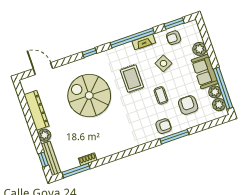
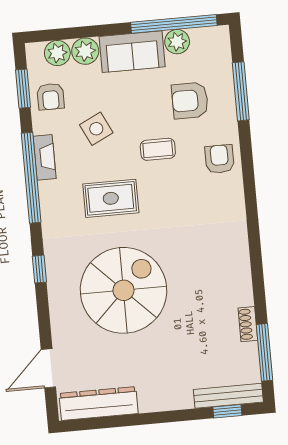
spiral stairs: (89, 96) -> (124, 290), turned 180
plant: (219, 105) -> (57, 53), moved
dresser: (37, 110) -> (99, 403), moved
plant: (44, 135) -> (180, 397), removed
window: (174, 137) -> (241, 91), moved

